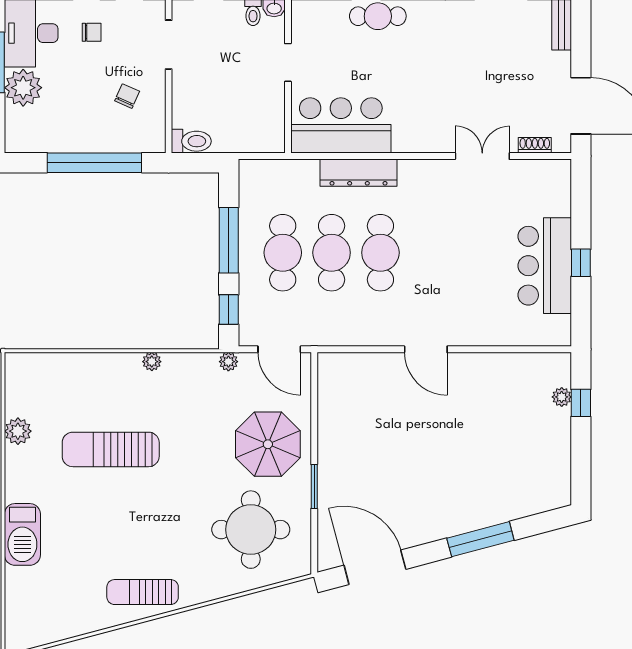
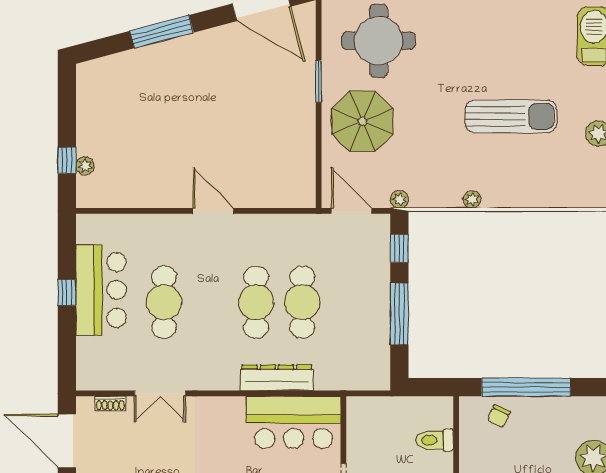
chair: (127, 96) -> (499, 416), moved
toilet: (191, 141) -> (435, 440), moved
cafe table: (283, 253) -> (164, 302), moved

